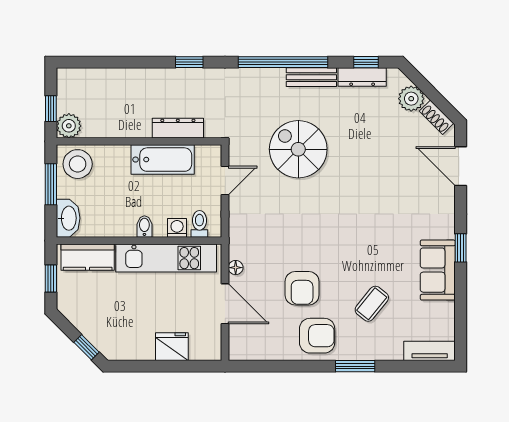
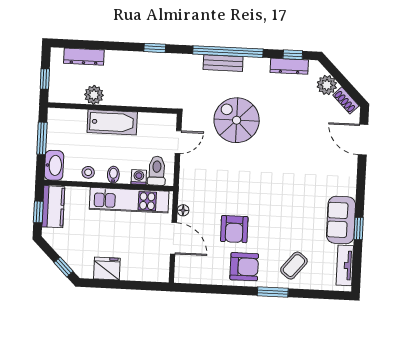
bench: (311, 77) -> (223, 63), moved
plant: (69, 126) -> (94, 95), moved
dresser: (178, 128) -> (84, 57), moved, turned 180
bathtub: (163, 160) -> (112, 122), moved
stool: (78, 164) -> (88, 172), moved, width x0.53, depth x0.53
toilet: (199, 224) -> (157, 171), width x1.37, depth x1.39
window: (461, 248) -> (359, 228), moved
kitchen counter: (88, 257) -> (53, 207), moved, turned -90
coffee table: (372, 304) -> (294, 266), moved
fridge: (172, 347) -> (107, 269), moved
tv unit: (430, 351) -> (345, 265), moved, turned -90

